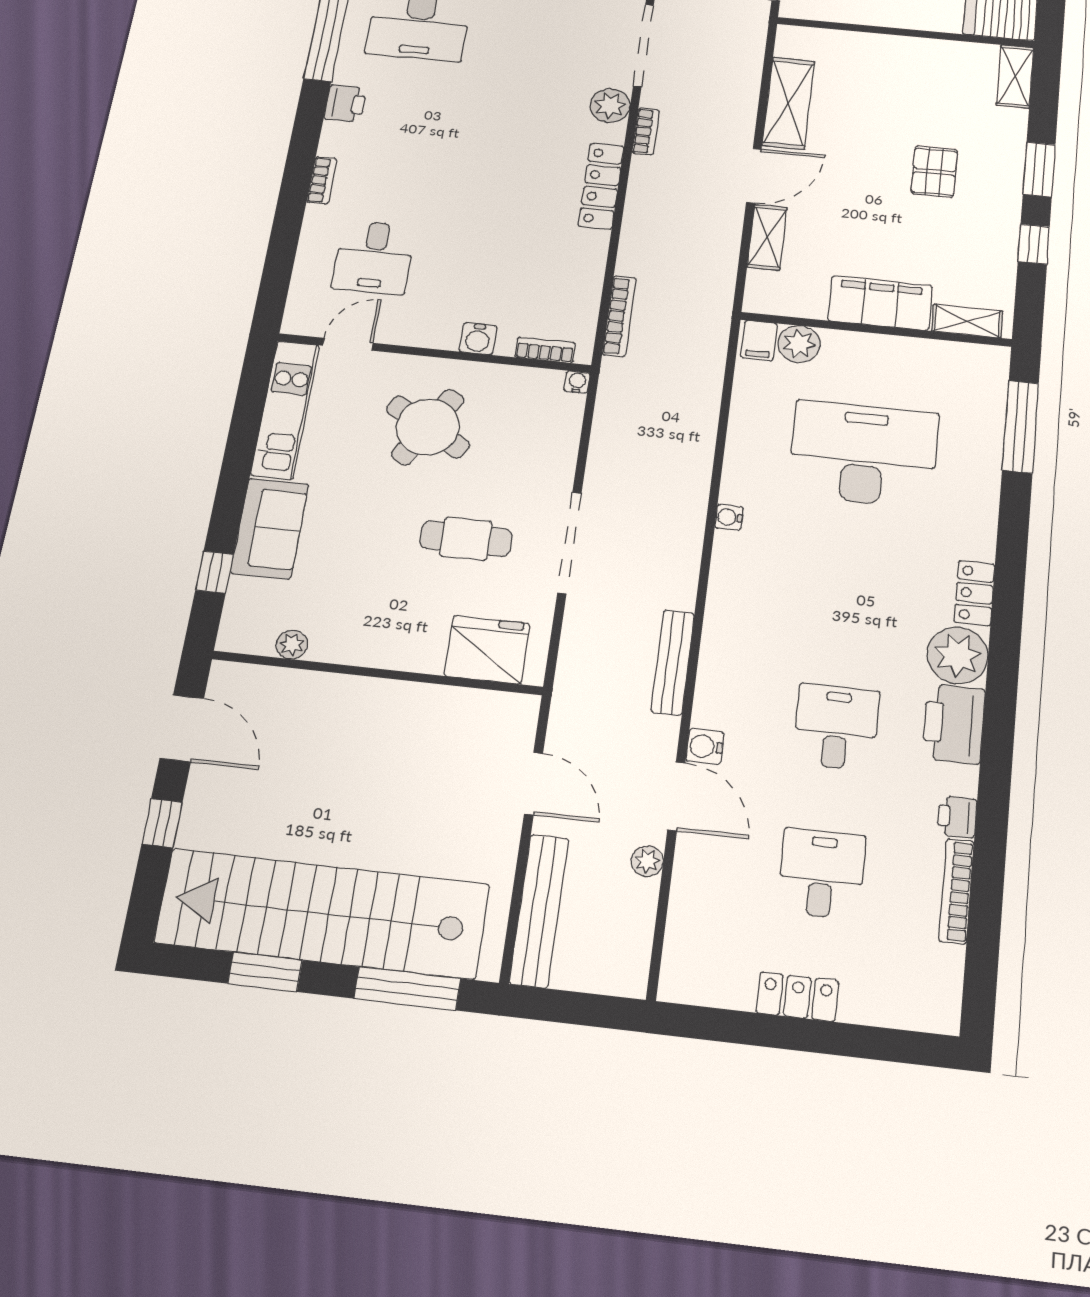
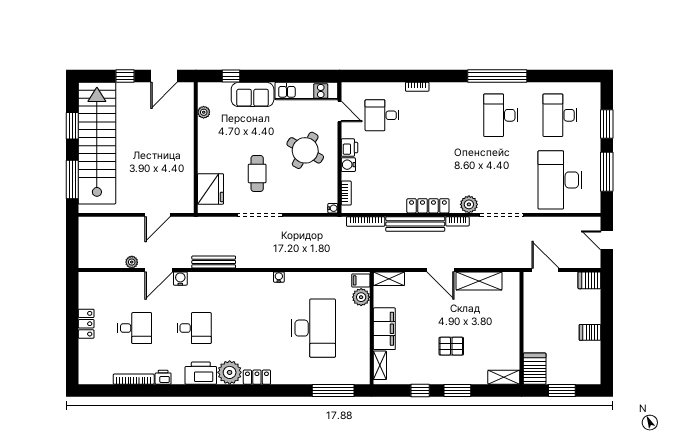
printer: (345, 104) -> (349, 148), moved, turned -90
shelving: (767, 237) -> (389, 279), moved
bench: (539, 911) -> (415, 224), moved

